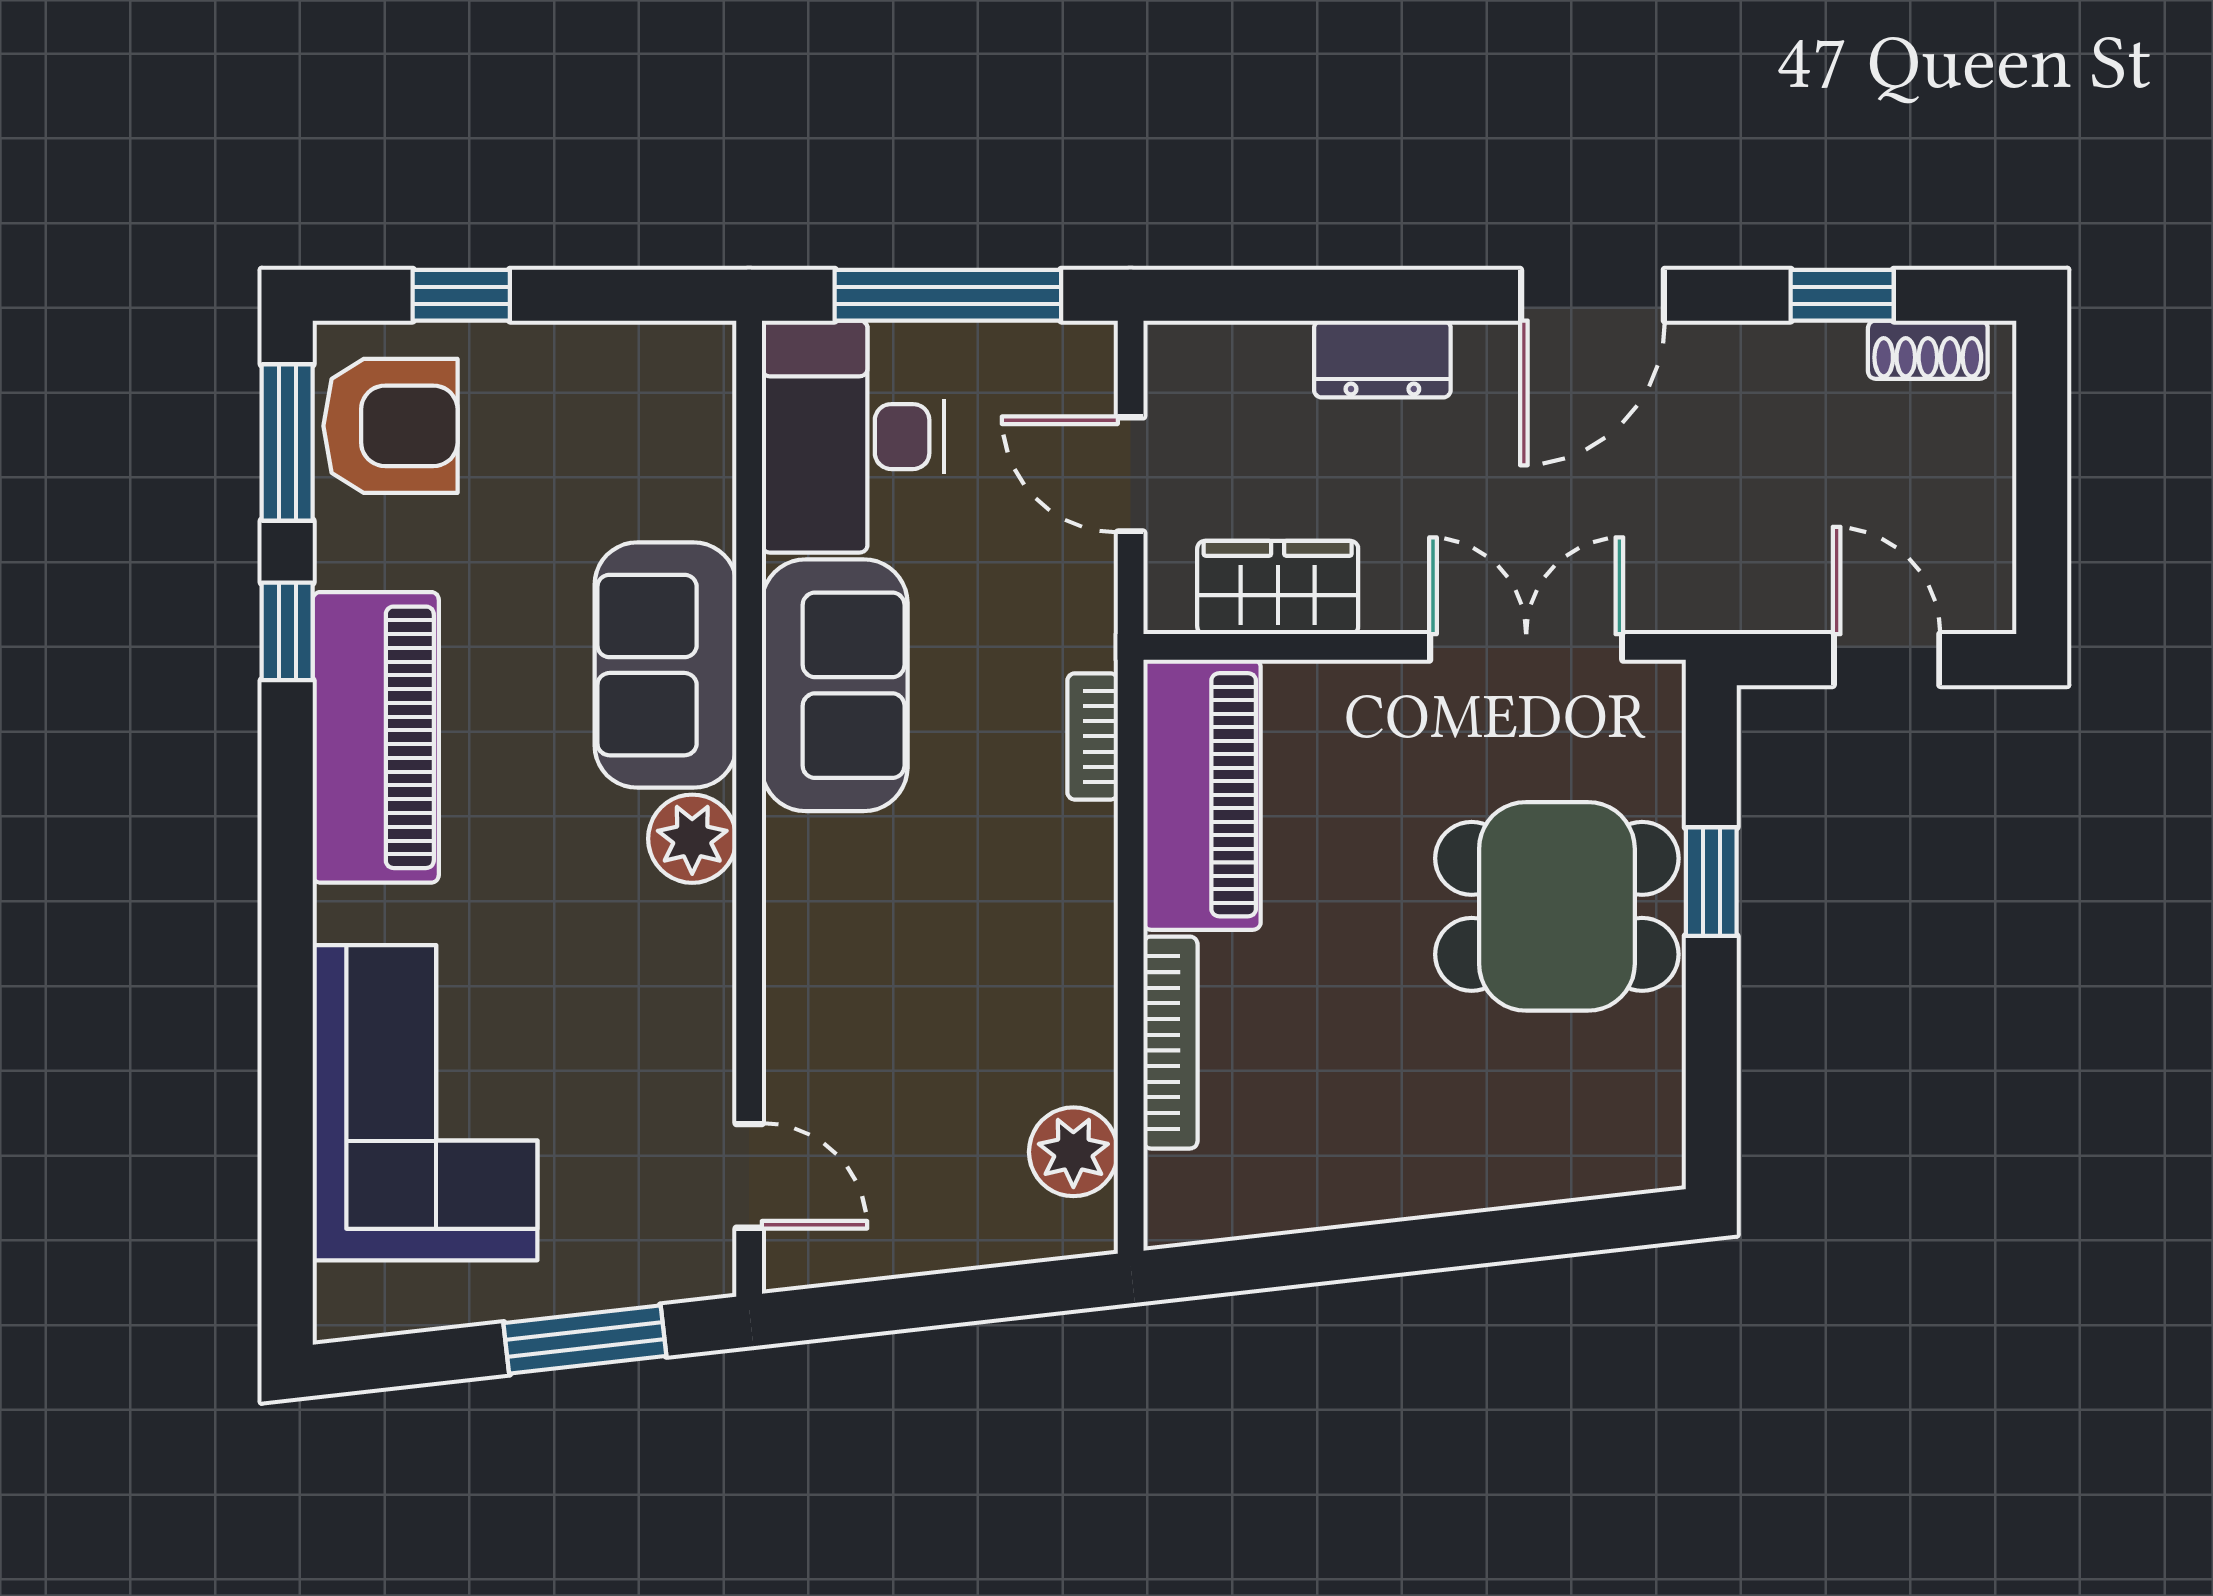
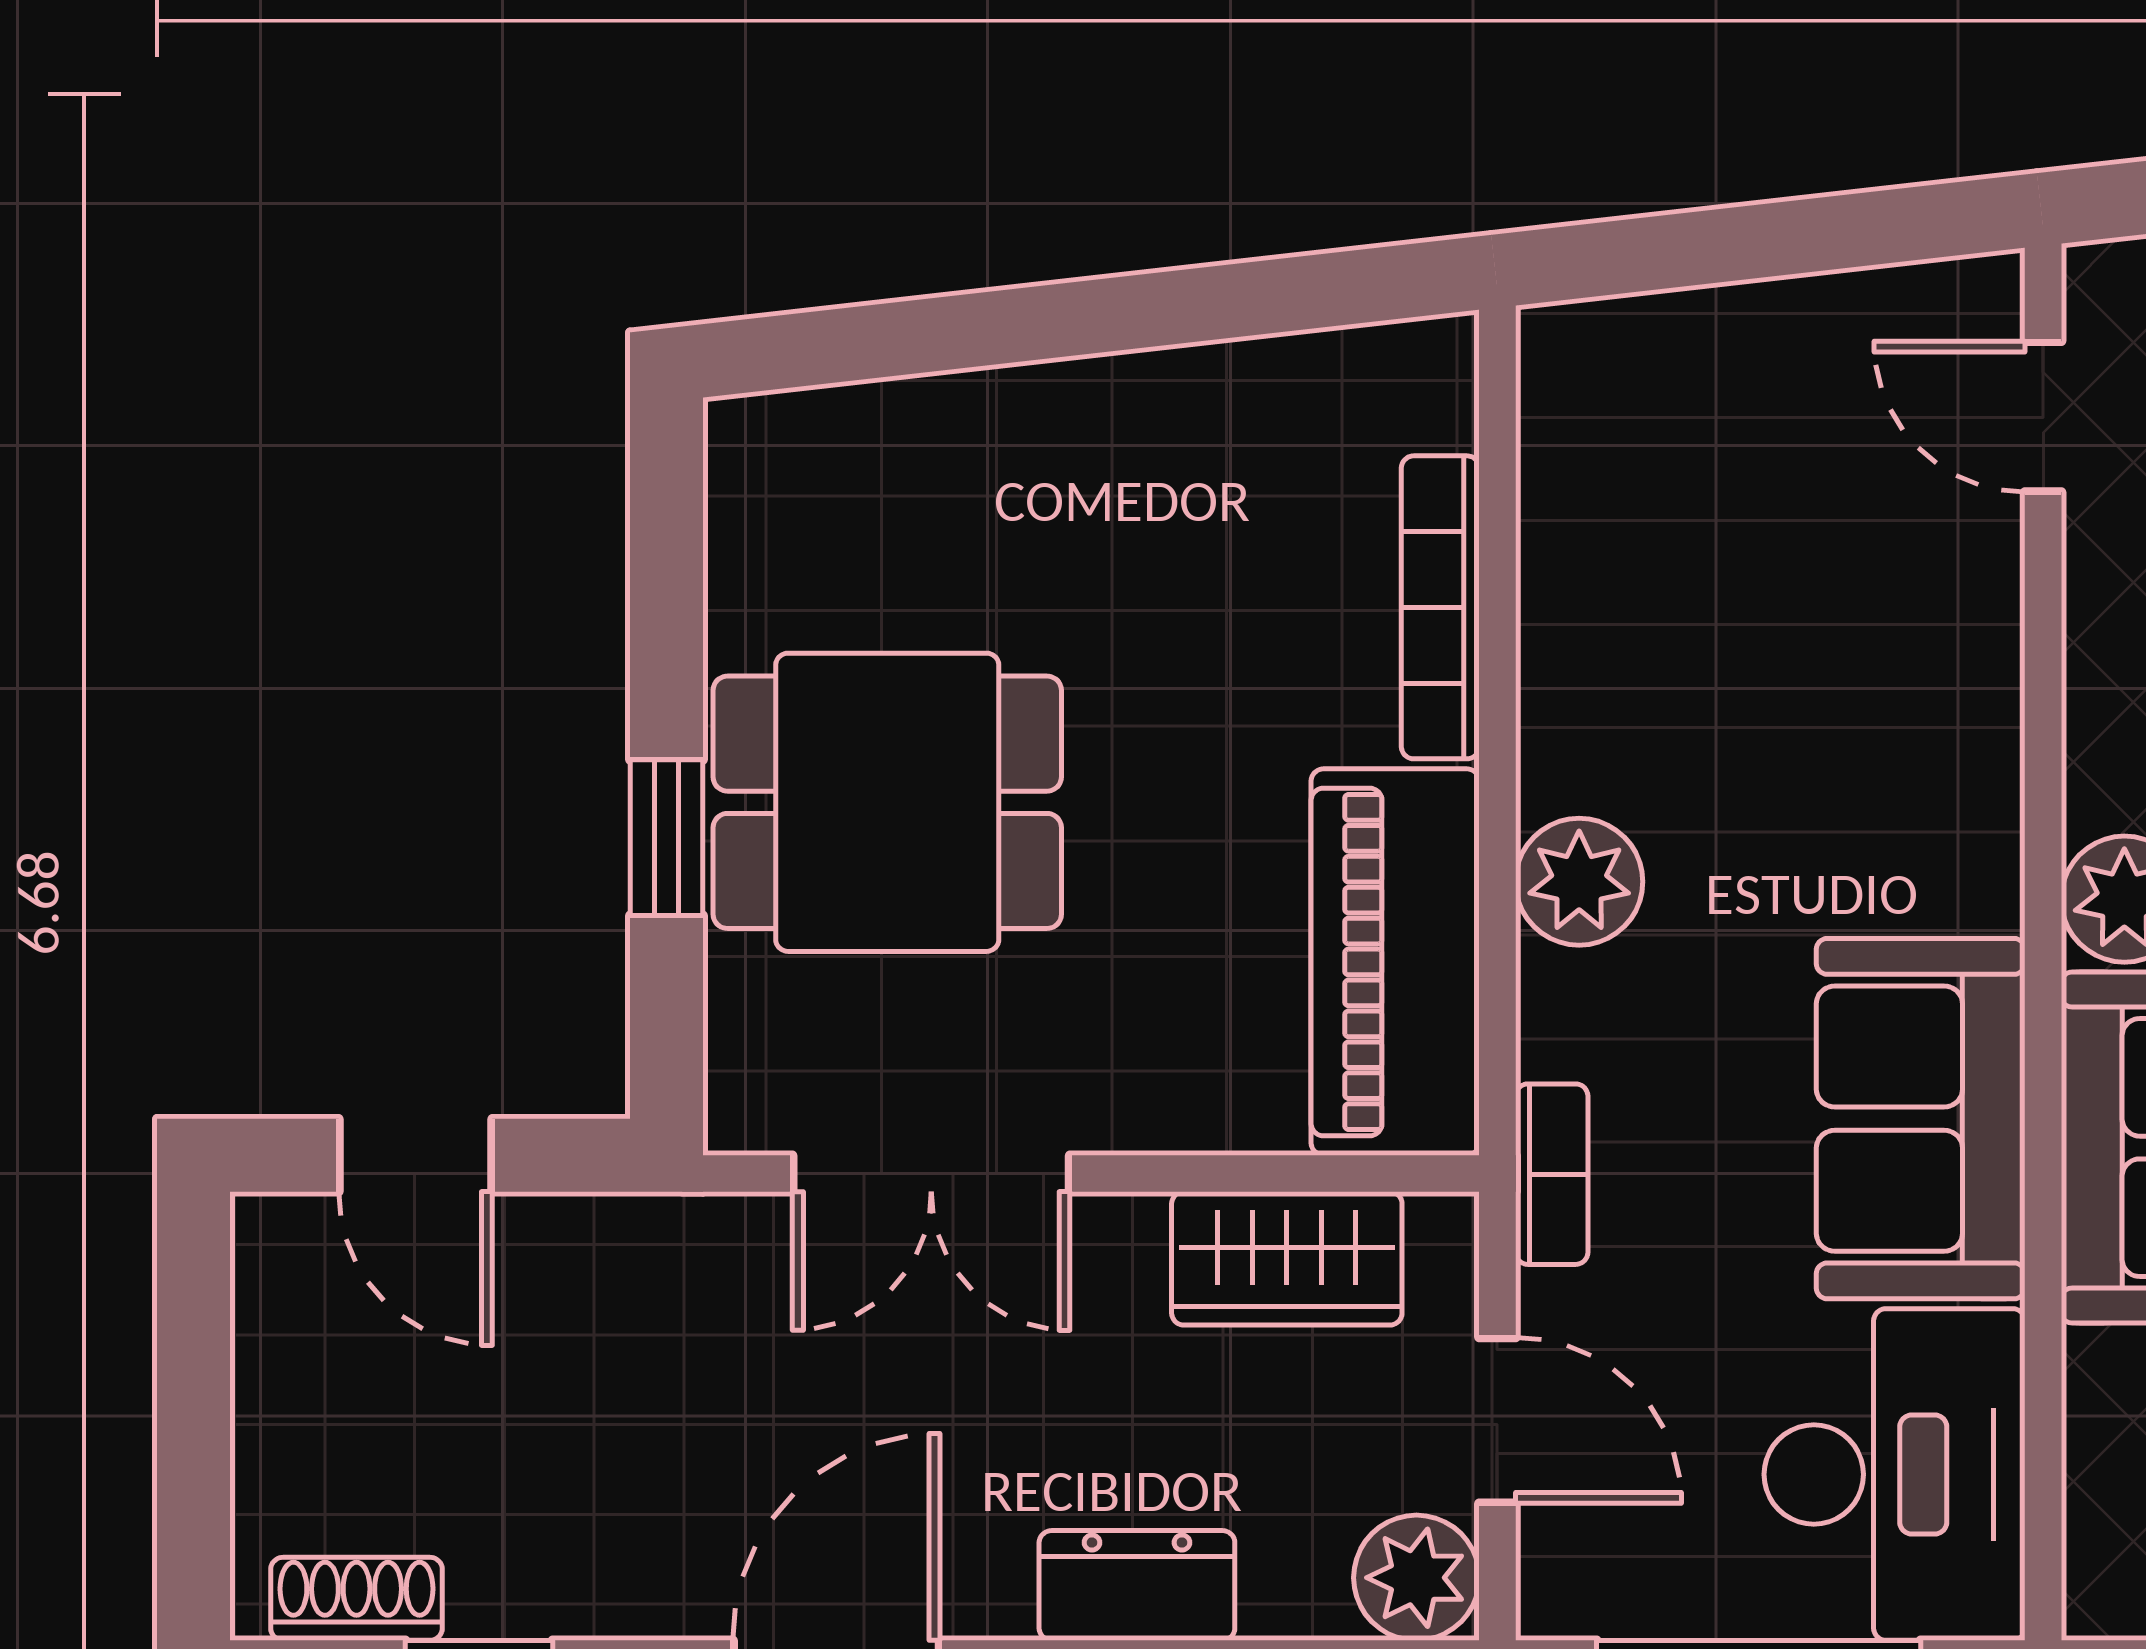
plant: (1187, 364) -> (1416, 1578), added
bookcase: (1093, 736) -> (1552, 1174), moved
plant: (1073, 1152) -> (1579, 882), moved

